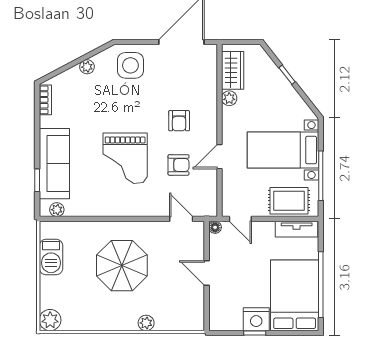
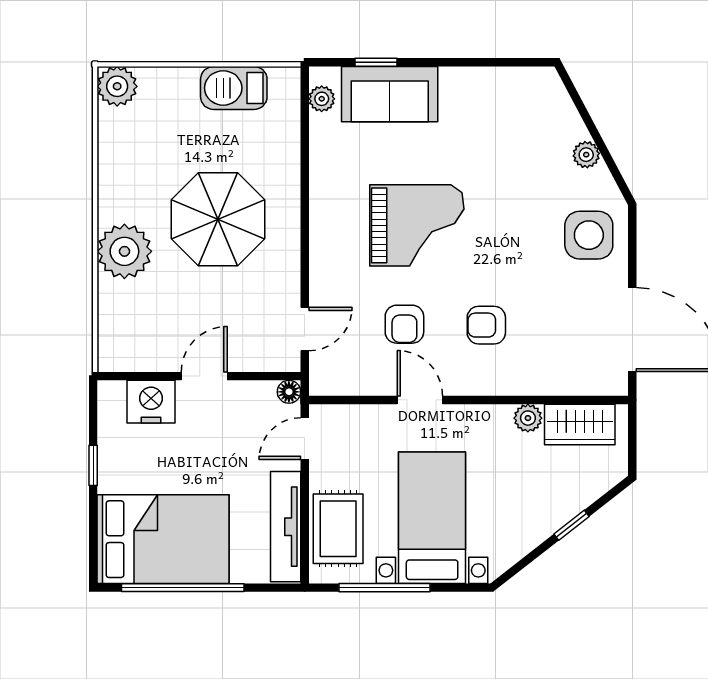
bookcase: (45, 100) -> (525, 78), removed
grand piano: (125, 158) -> (417, 225), turned 180
sofa: (54, 164) -> (390, 94), width x0.73
tv unit: (297, 229) -> (286, 527), width x1.41
nightstand: (256, 319) -> (151, 402), moved, turned 90
plant: (146, 323) -> (124, 251), width x1.88, depth x1.88

